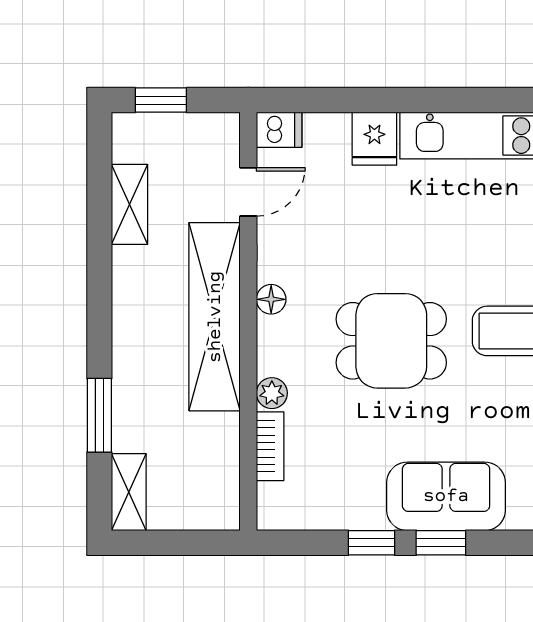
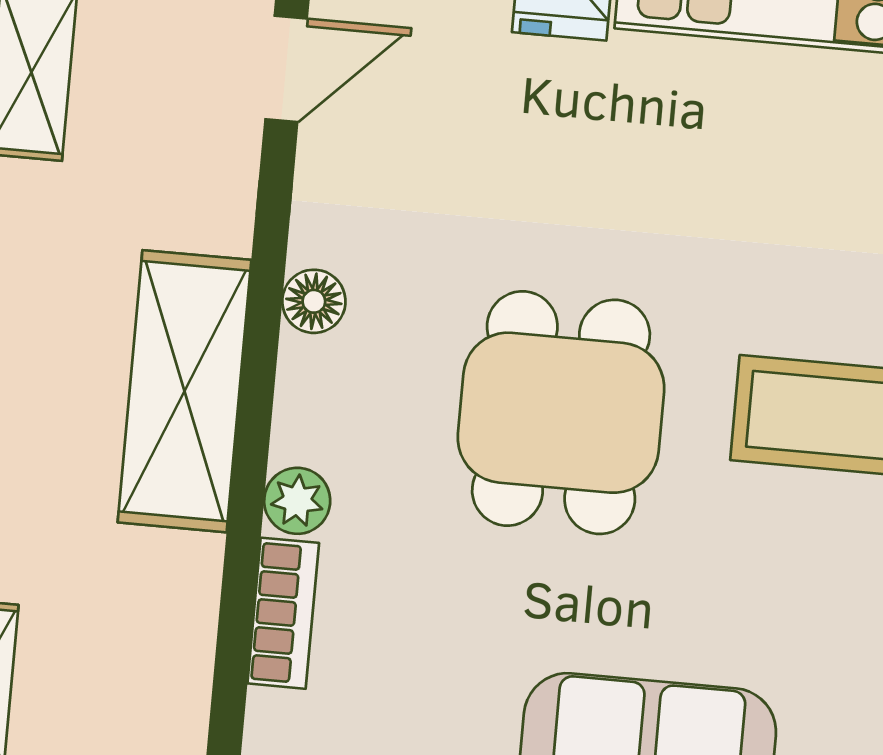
shelving: (215, 317) -> (185, 391), width x0.68
dining table: (391, 341) -> (561, 413), turned 90

